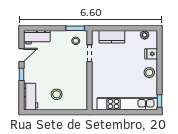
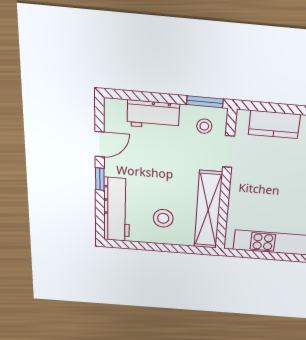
workbench: (37, 37) -> (153, 115), moved
shelving: (81, 87) -> (208, 210), added
workbench: (31, 97) -> (117, 210), width x1.38

